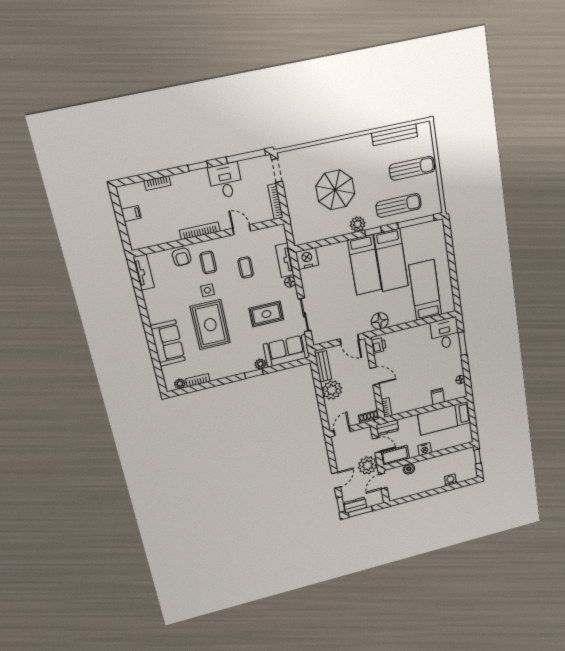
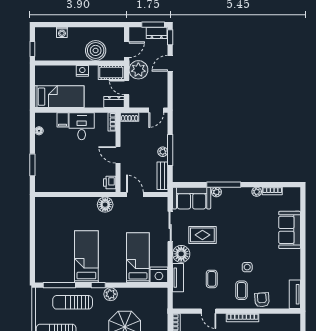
bed: (365, 265) -> (138, 258), moved
floor lamp: (290, 282) -> (181, 254), width x1.89, depth x1.89
bed: (425, 290) -> (60, 223), removed
rug: (210, 325) -> (251, 237), removed
desk: (445, 333) -> (82, 126), moved, turned 180
window: (254, 374) -> (224, 185), width x2.17
plant: (180, 384) -> (257, 192), moved
plant: (332, 390) -> (163, 152), width x0.53, depth x0.53
window: (320, 395) -> (170, 150), added
boiler: (409, 469) -> (96, 50), width x1.86, depth x1.86

